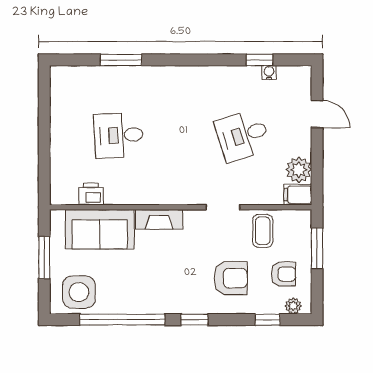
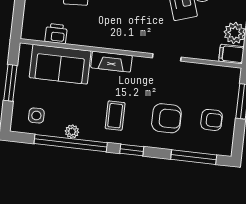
coffee table: (263, 231) -> (115, 116), moved
side table: (79, 292) -> (36, 116), width x0.54, depth x0.54
plant: (293, 306) -> (72, 131), moved
window: (267, 320) -> (194, 157), width x2.17

